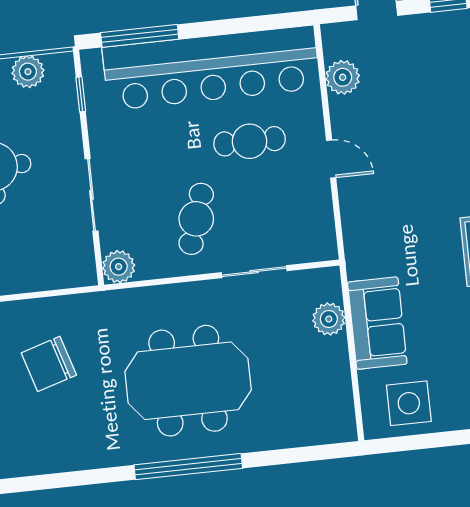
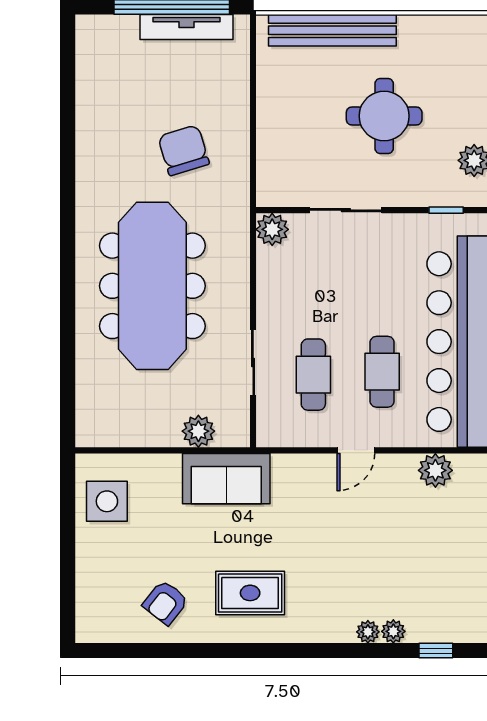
cafe table: (196, 219) -> (313, 375), moved, turned 72
sofa: (377, 323) -> (226, 479), moved
meeting table: (188, 381) -> (152, 286), width x1.36
window: (188, 467) -> (68, 277), removed

